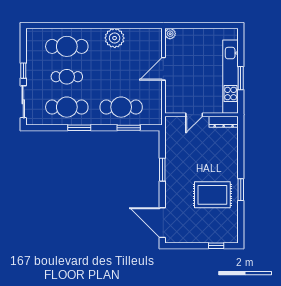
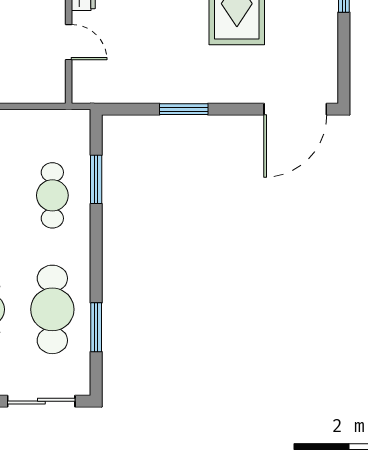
cafe table: (121, 107) -> (52, 195), width x0.73, depth x0.74
window: (79, 128) -> (96, 327), moved

